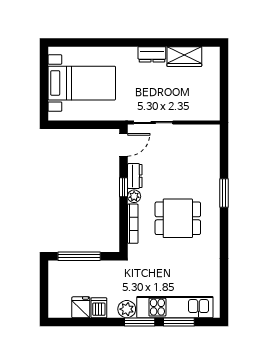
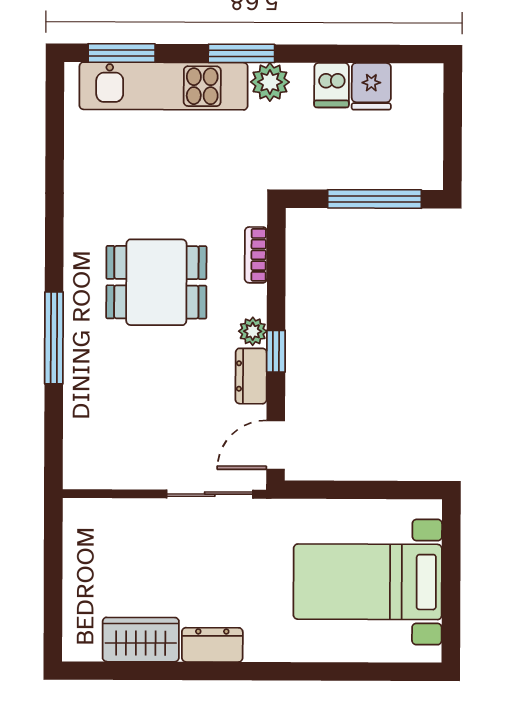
window: (224, 193) -> (54, 338), width x1.44
bookcase: (133, 224) -> (256, 255), width x0.64
window: (179, 322) -> (122, 53), moved

